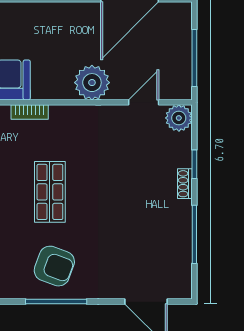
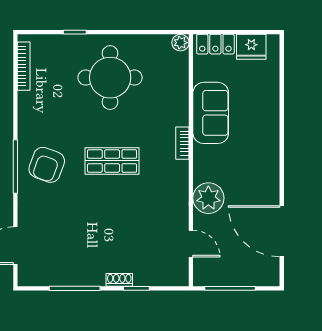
plant: (179, 118) -> (177, 275), removed

